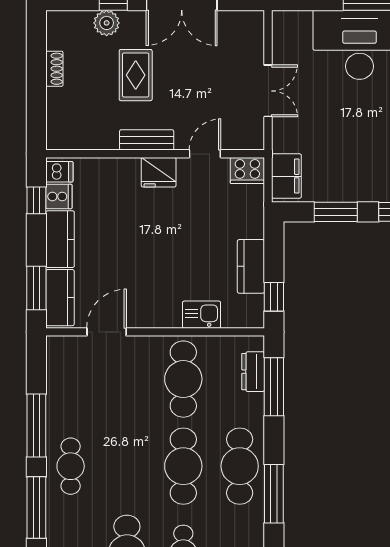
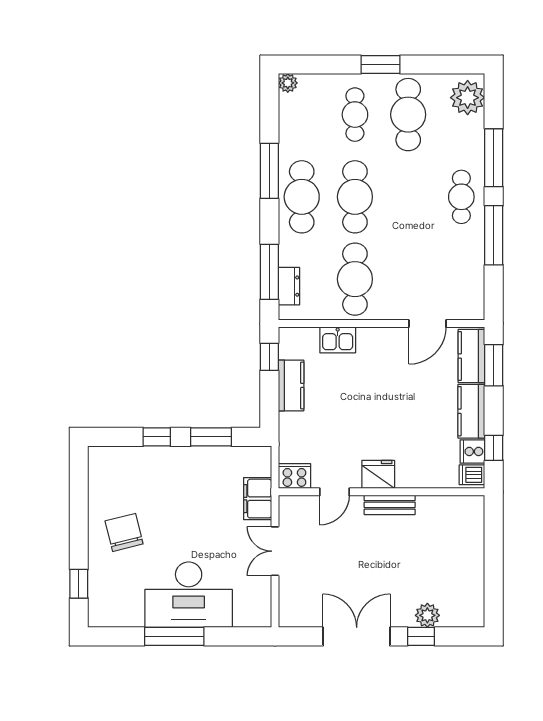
shoe rack: (54, 69) -> (477, 572), removed
rug: (136, 75) -> (400, 566), removed
filing cabinet: (286, 176) -> (258, 499), moved

